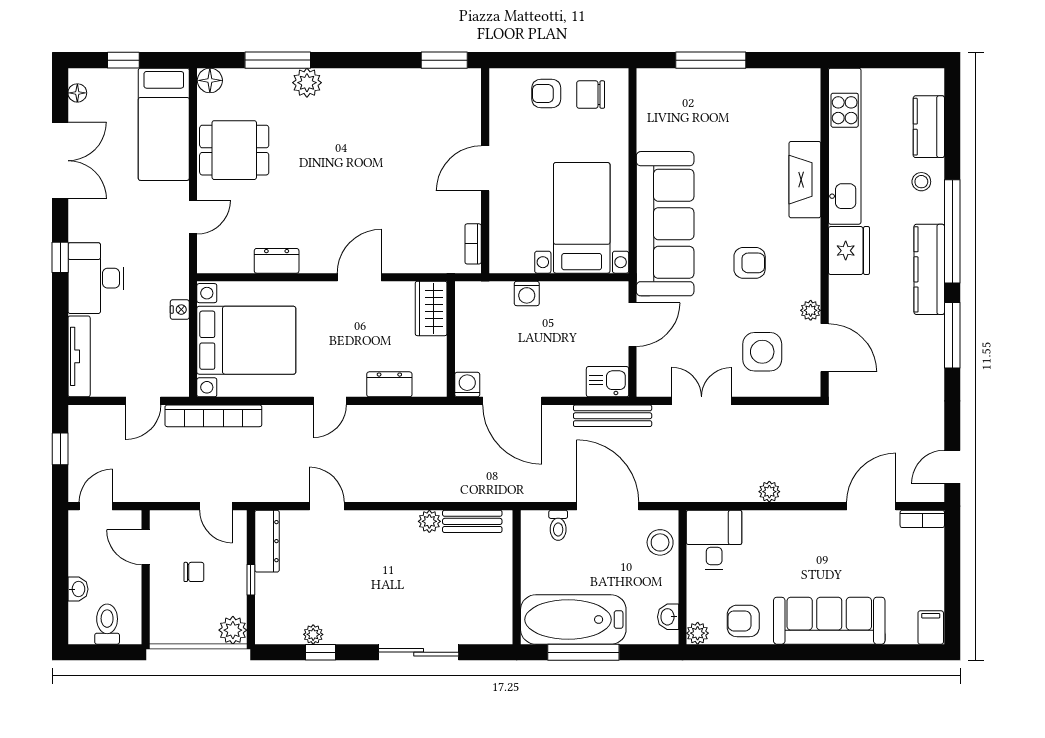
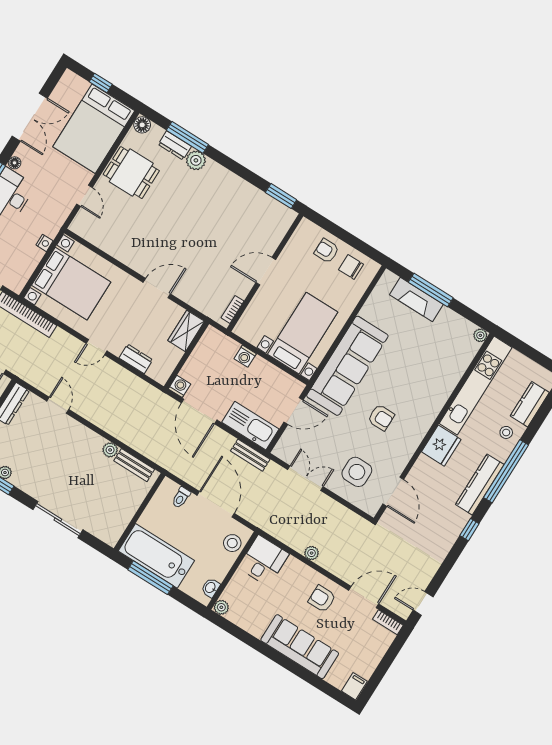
floor lamp: (77, 93) -> (15, 163), moved
bed: (164, 124) -> (94, 129), width x1.50
fireplace: (805, 180) -> (416, 299), moved, turned -90
door: (193, 217) -> (84, 196), hinge flipped
dresser: (277, 261) -> (175, 145), moved, turned 180
plant: (811, 310) -> (480, 335), moved
window: (952, 335) -> (469, 530), width x0.46
kitchen sink: (608, 382) -> (250, 426), width x1.88, depth x1.24
bench: (613, 416) -> (250, 455), width x0.73
armchair: (743, 621) -> (322, 599), moved

